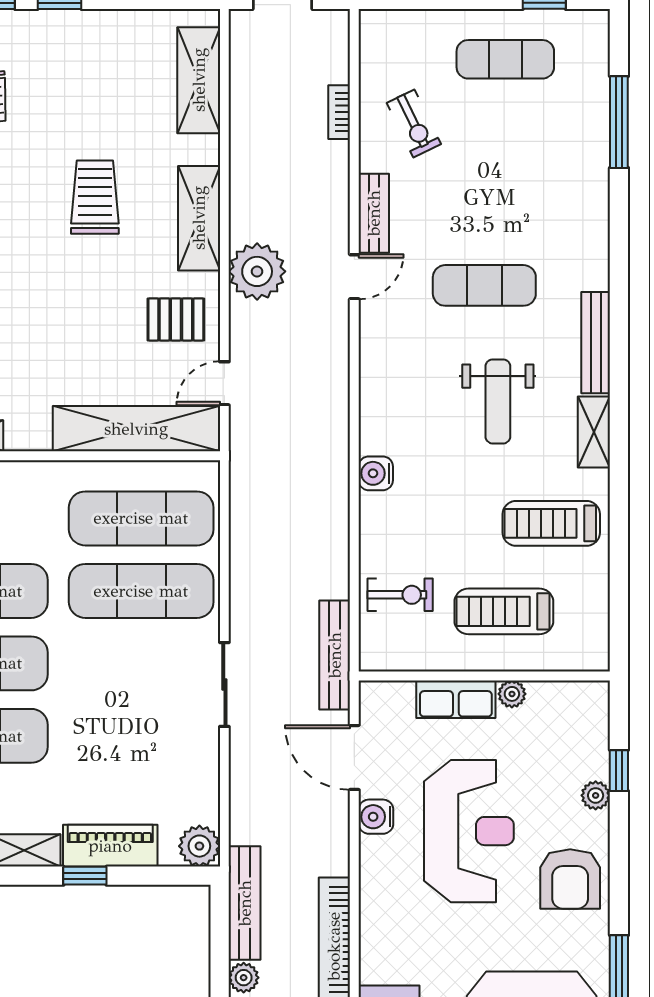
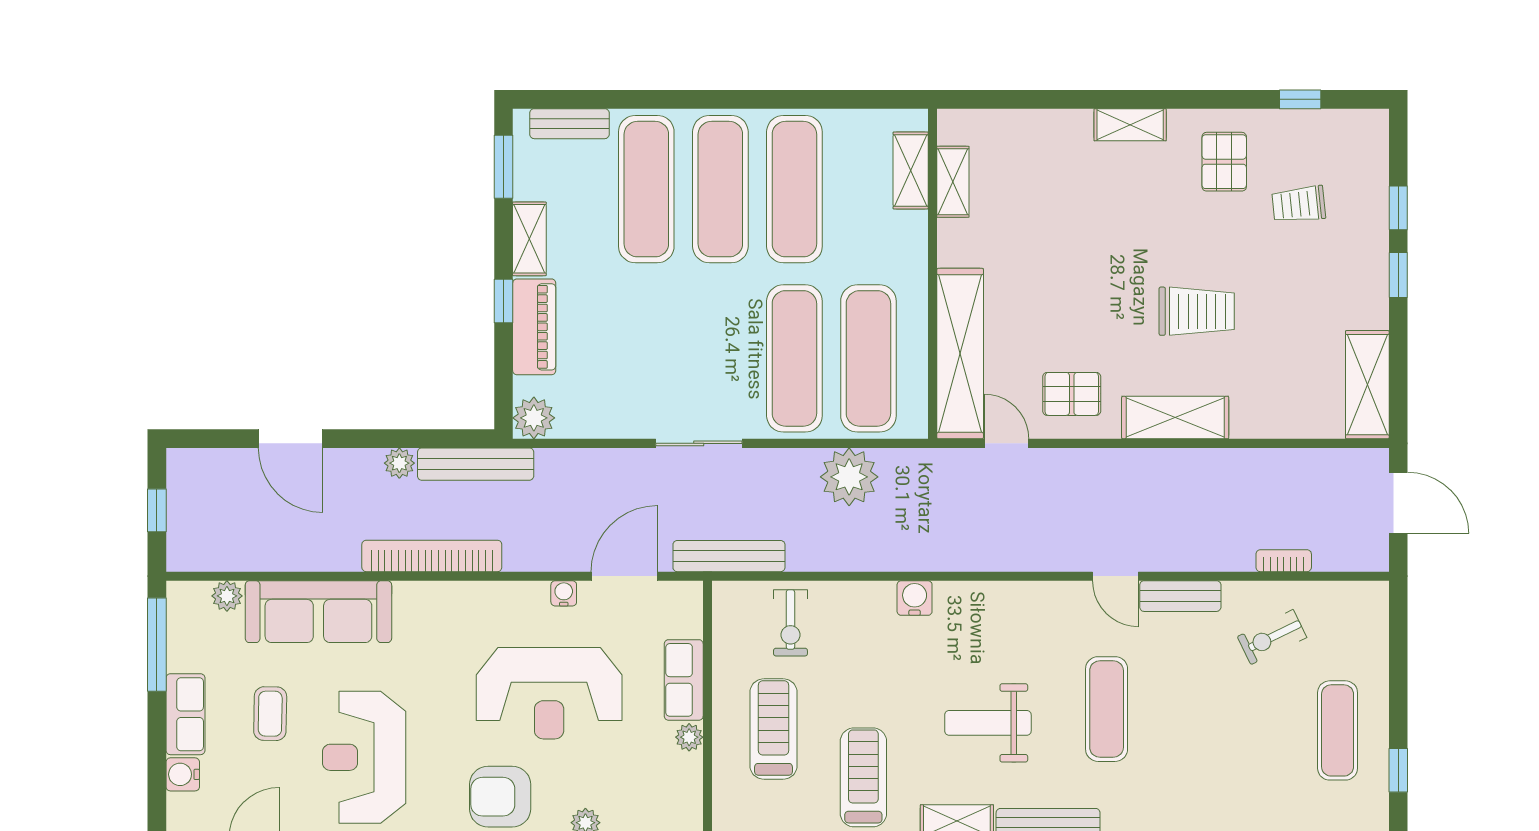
shelving: (199, 80) -> (1367, 385), moved, turned 90
plant: (257, 271) -> (849, 477), moved
pallet: (176, 319) -> (1072, 394), turned 90
water cooler: (376, 817) -> (564, 593), width x0.72, depth x0.72

